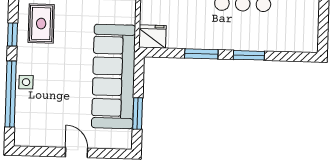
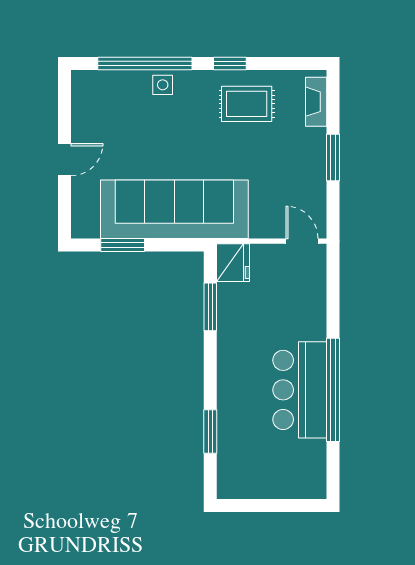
window: (201, 54) -> (210, 307), moved
window: (249, 55) -> (210, 432), moved

